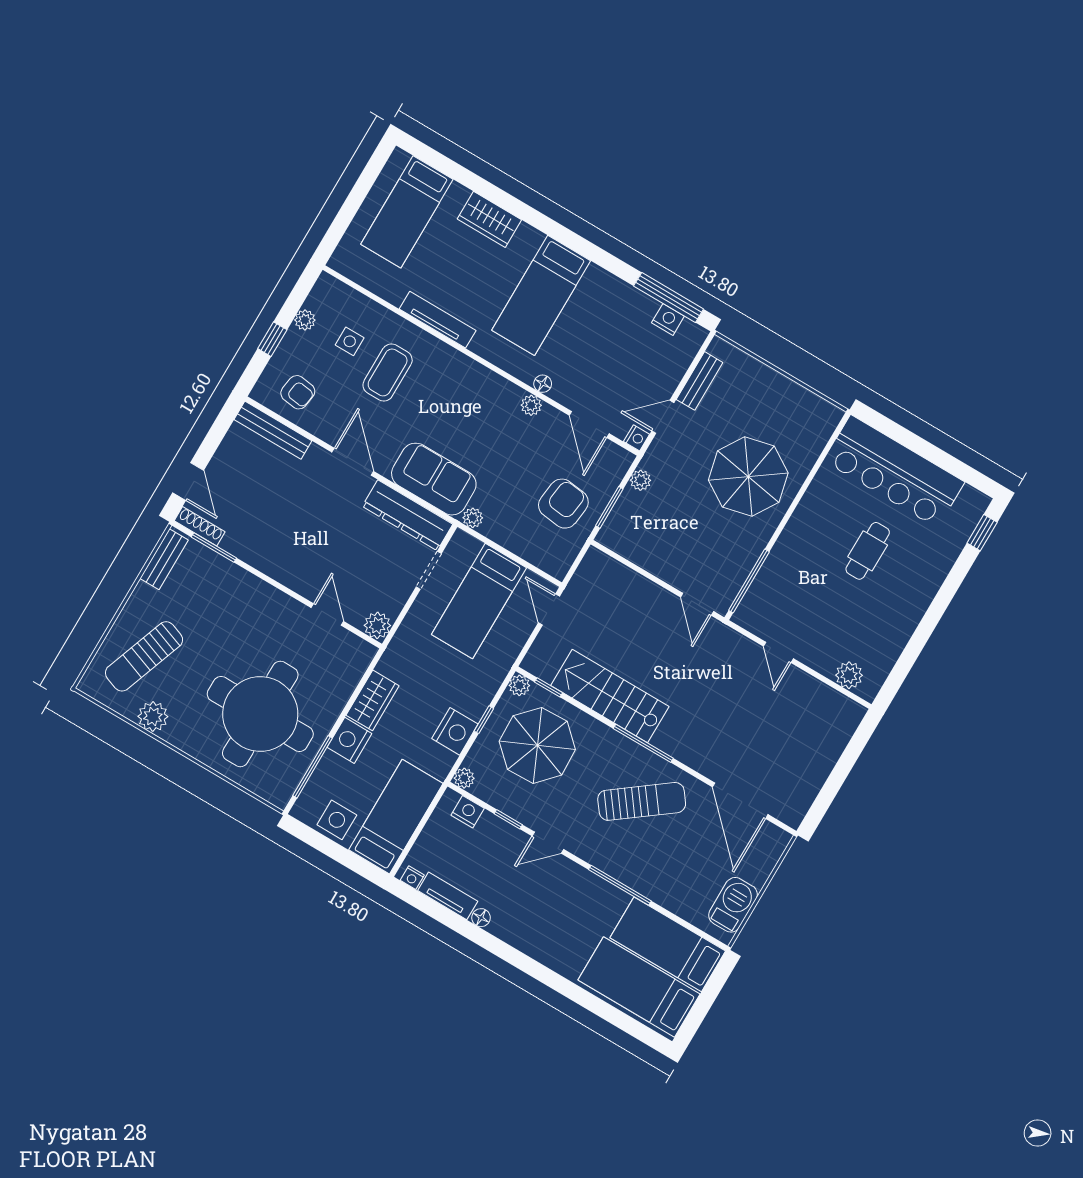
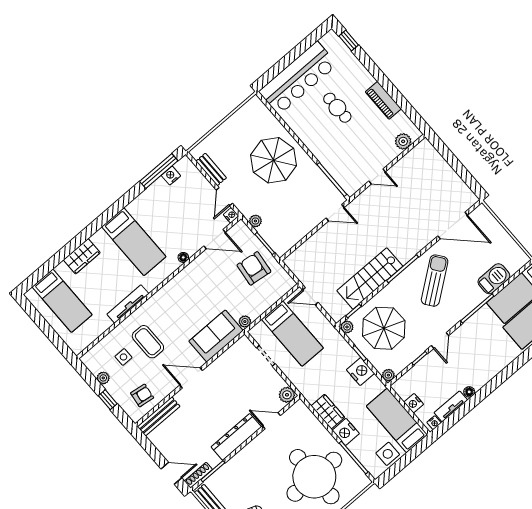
plant: (531, 405) -> (193, 268), removed
dresser: (407, 515) -> (236, 437), moved, turned 180
piano: (904, 621) -> (383, 100), added
nightstand: (468, 812) -> (414, 403), moved, turned -90
barbecue: (733, 905) -> (494, 279), moved, turned 90

